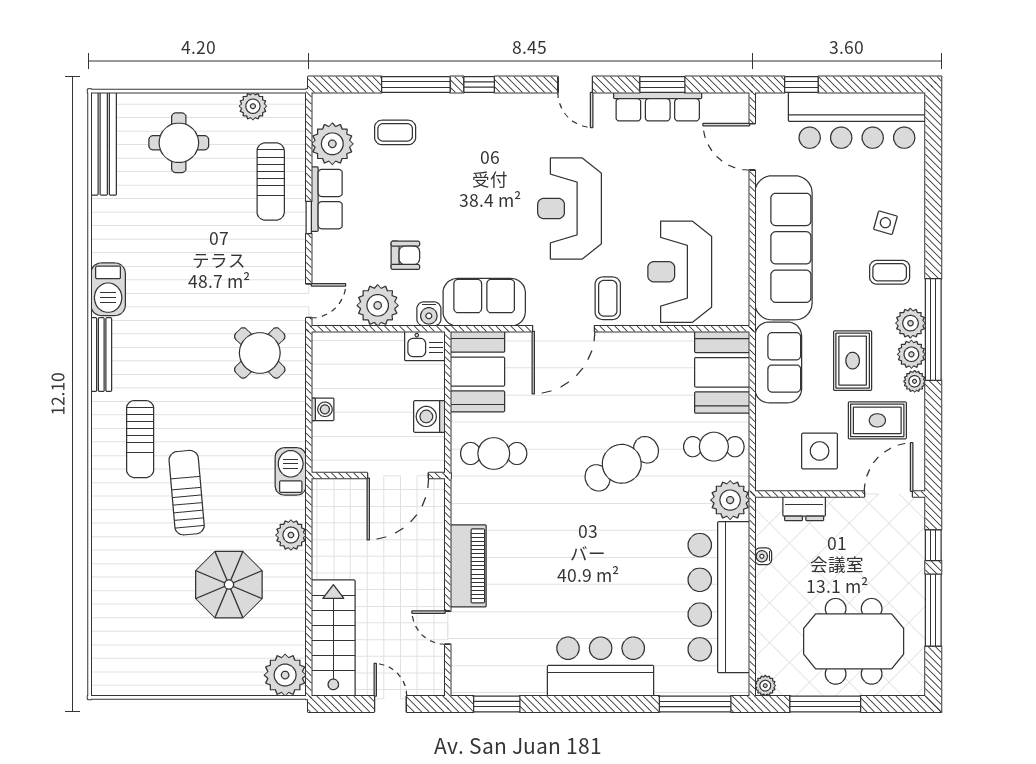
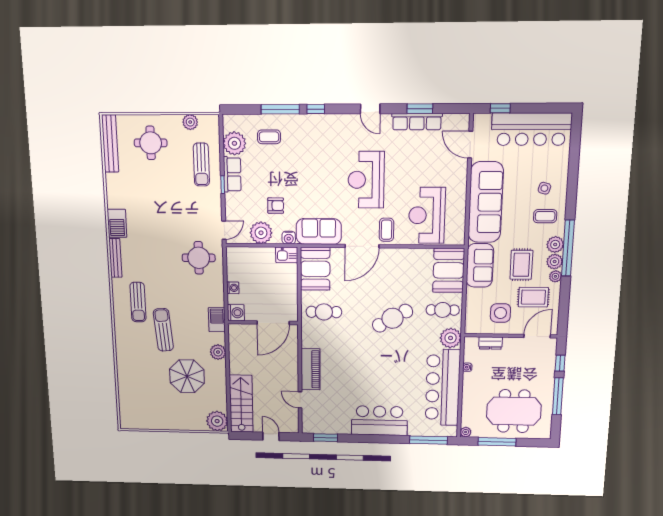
round table: (260, 353) -> (199, 258), turned 45
washing machine: (429, 416) -> (236, 313), moved, turned 180

